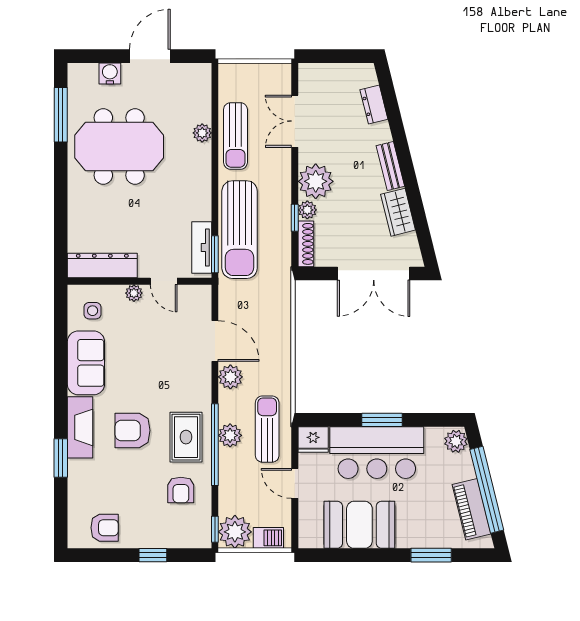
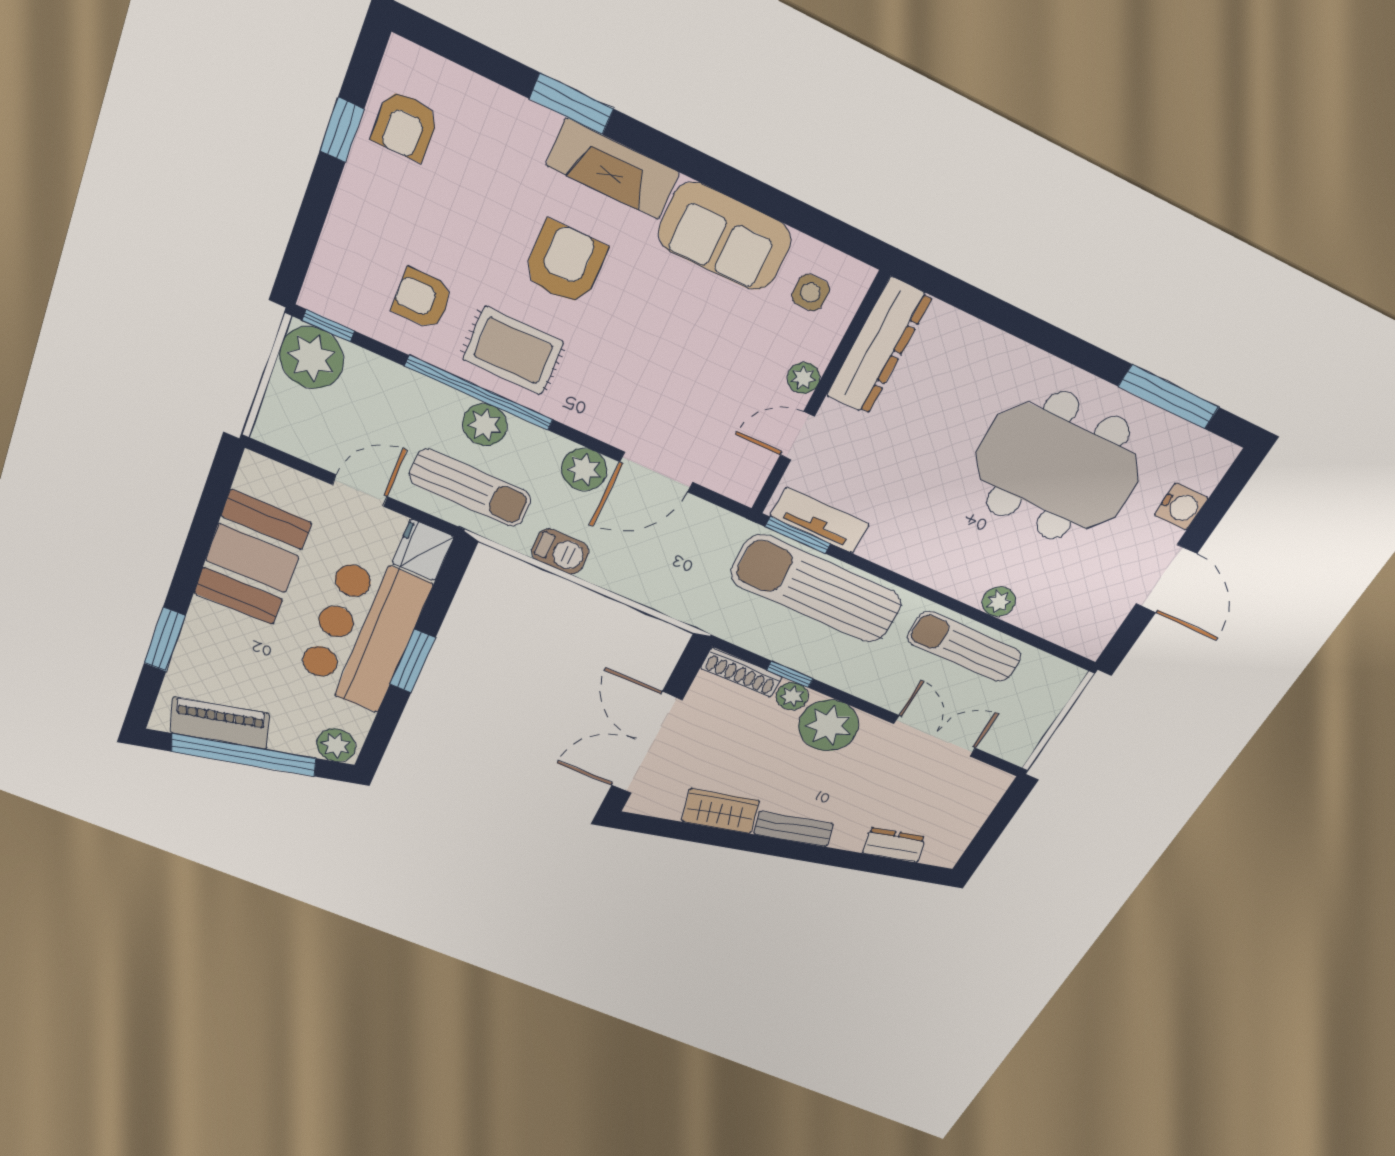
meeting table: (119, 146) -> (1057, 467), turned 90
barbecue: (268, 538) -> (560, 552), moved, turned -90
window: (153, 555) -> (342, 130), moved

